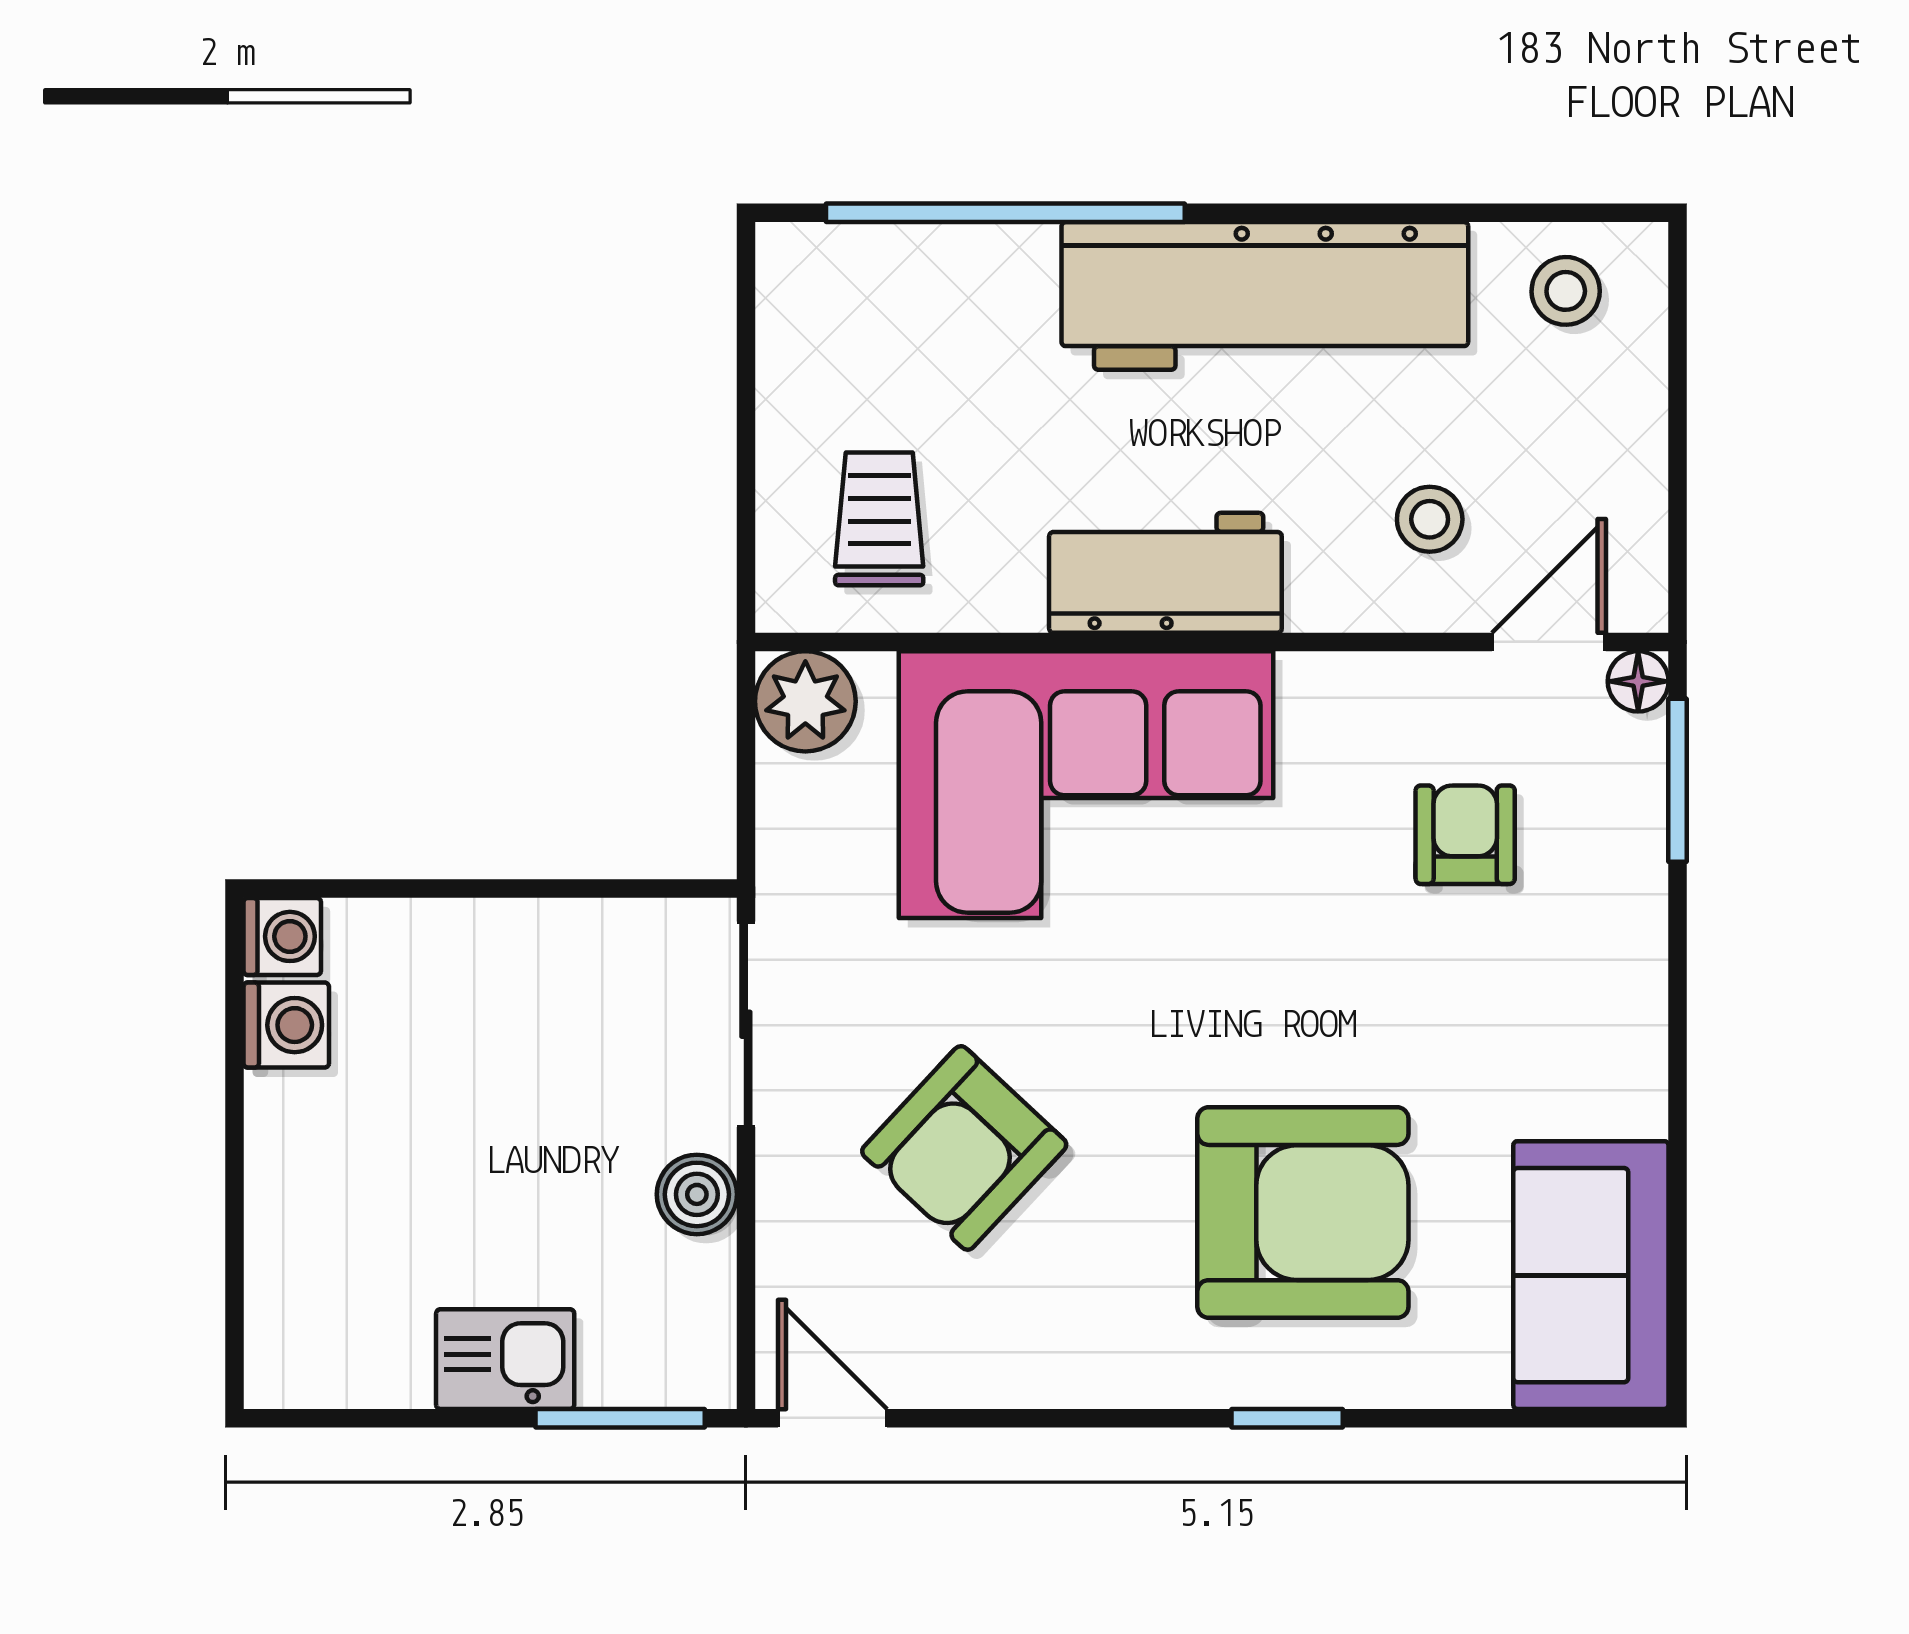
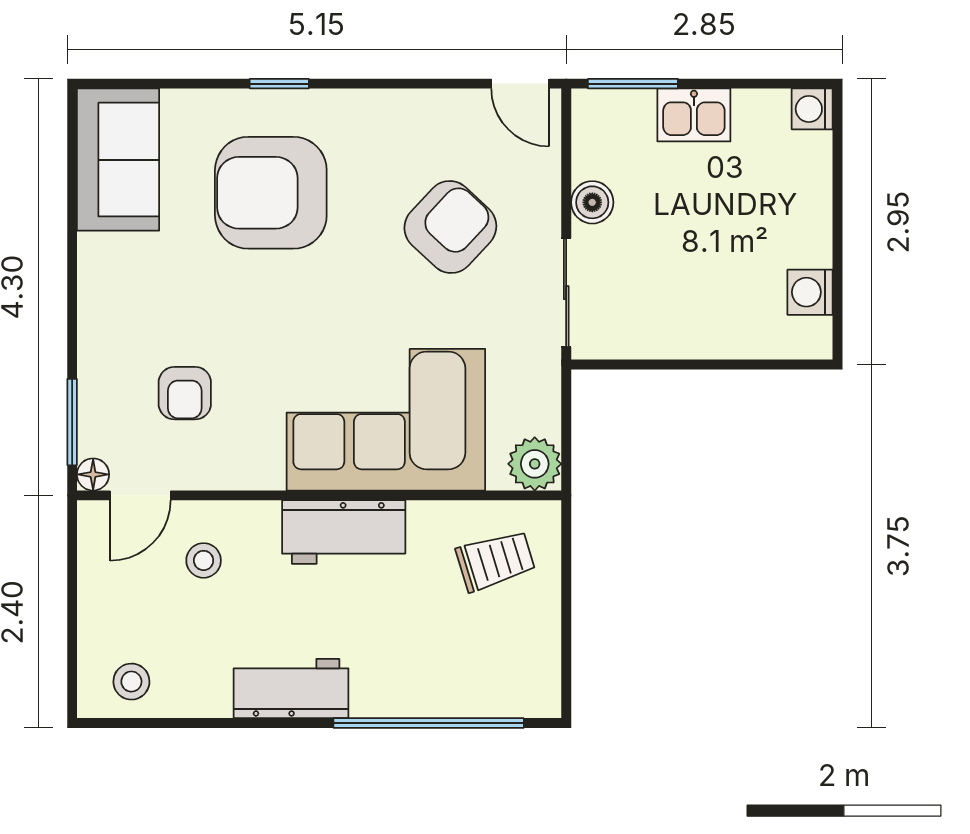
workbench: (1265, 296) -> (291, 689), width x0.53, depth x0.76
trolley: (879, 519) -> (496, 561), turned -107
washing machine: (282, 936) -> (812, 109), moved

